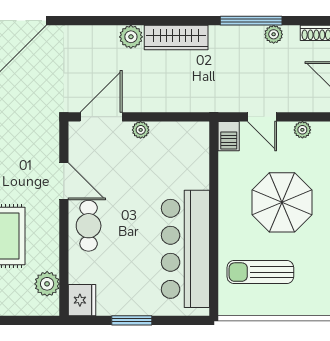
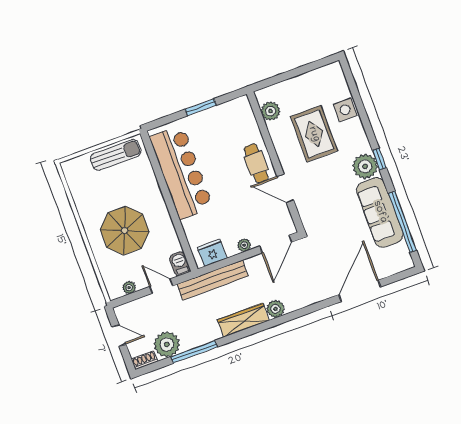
plant: (274, 34) -> (167, 344), width x1.88, depth x1.88
bench: (196, 101) -> (213, 280), added
sun lounger: (260, 272) -> (116, 155), moved
fridge: (82, 300) -> (212, 253), moved, turned 90

